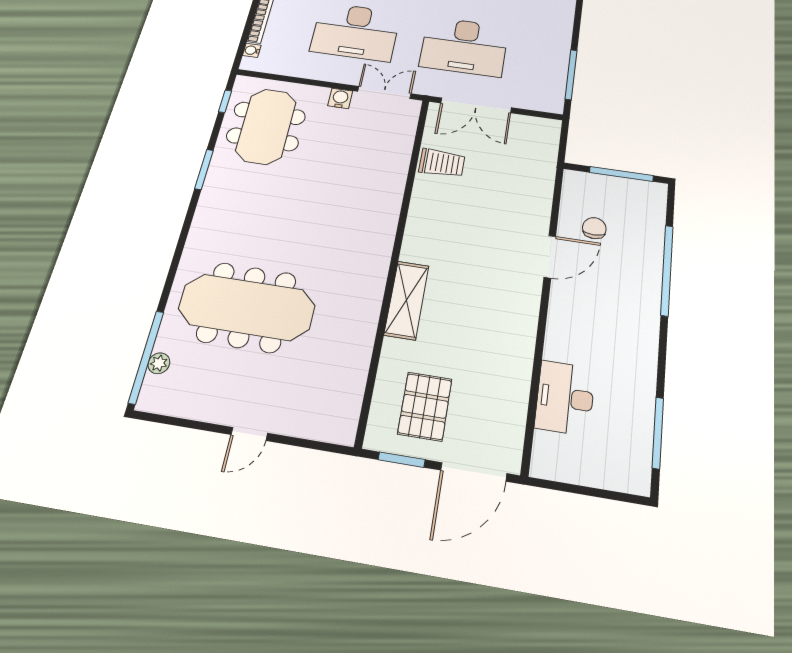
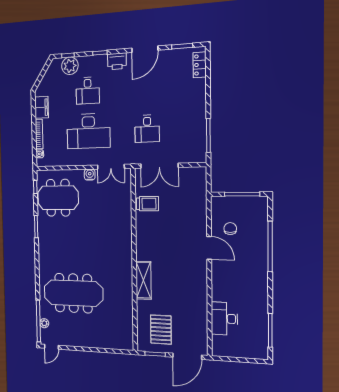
desk: (464, 47) -> (147, 129), width x0.53, depth x0.77
double door: (384, 92) -> (111, 167), swing flipped
meeting table: (266, 126) -> (58, 198), turned 90
door: (550, 257) -> (209, 248), hinge flipped
door: (249, 434) -> (52, 347), moved

